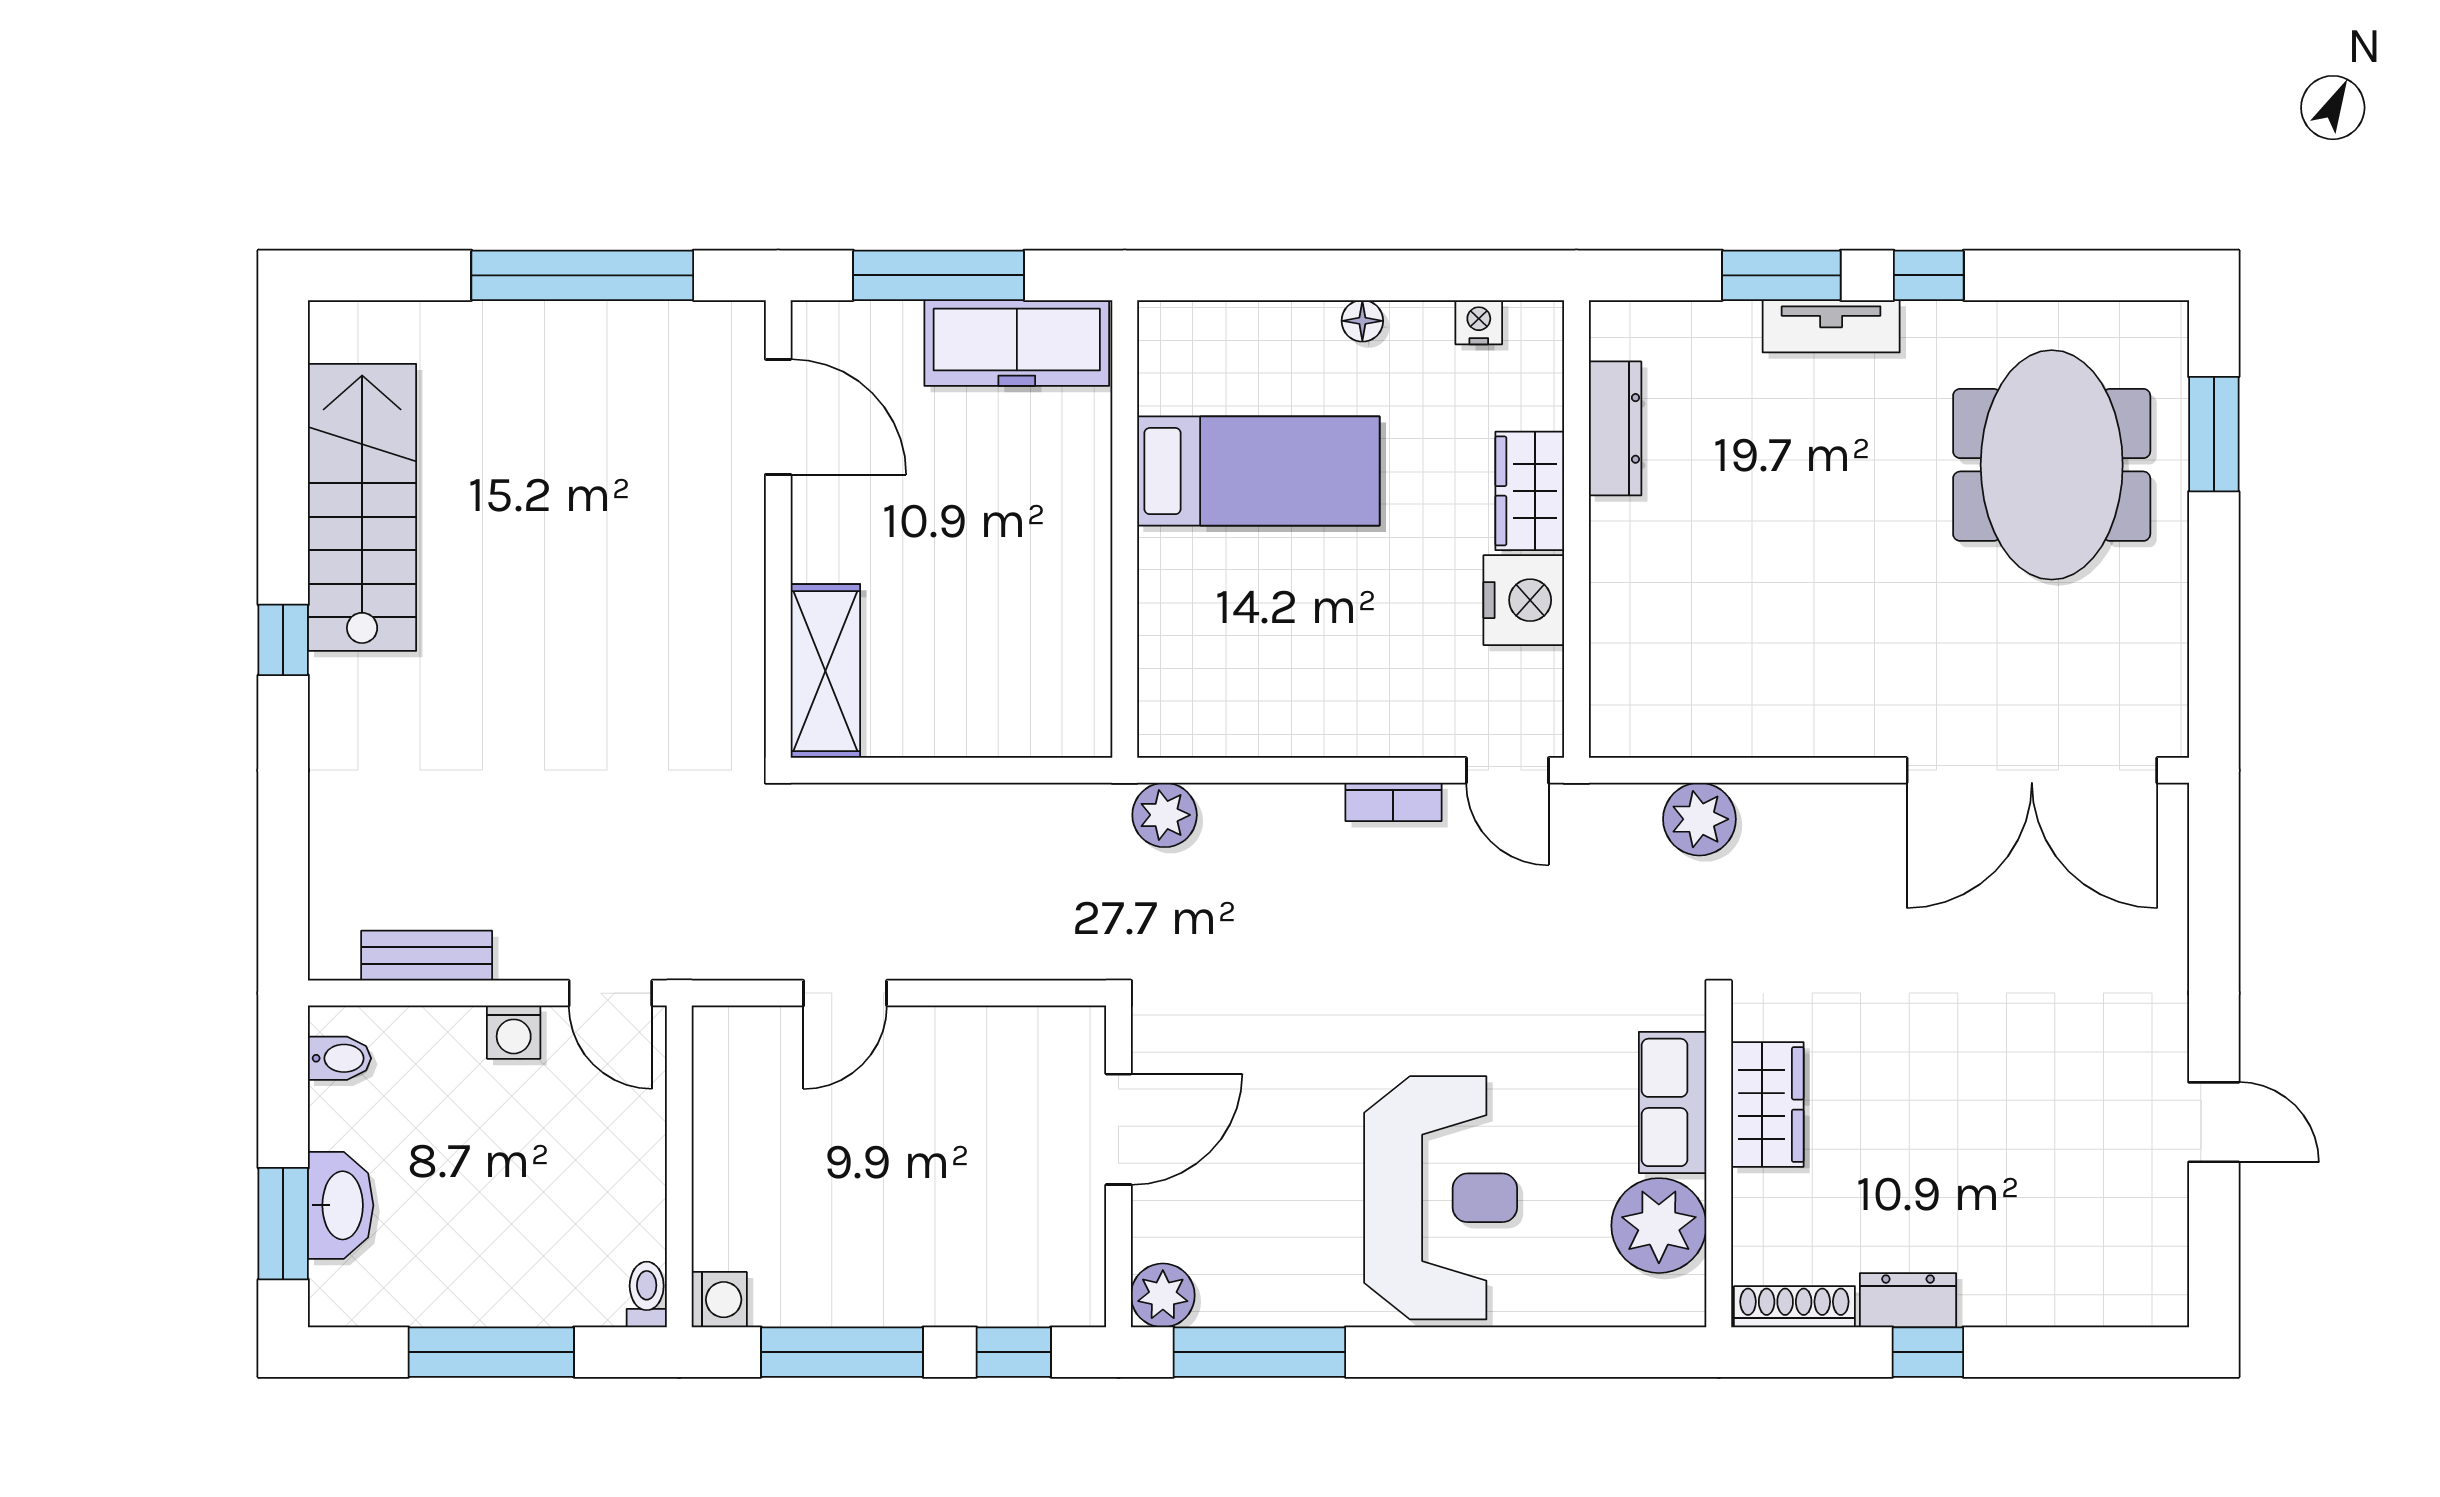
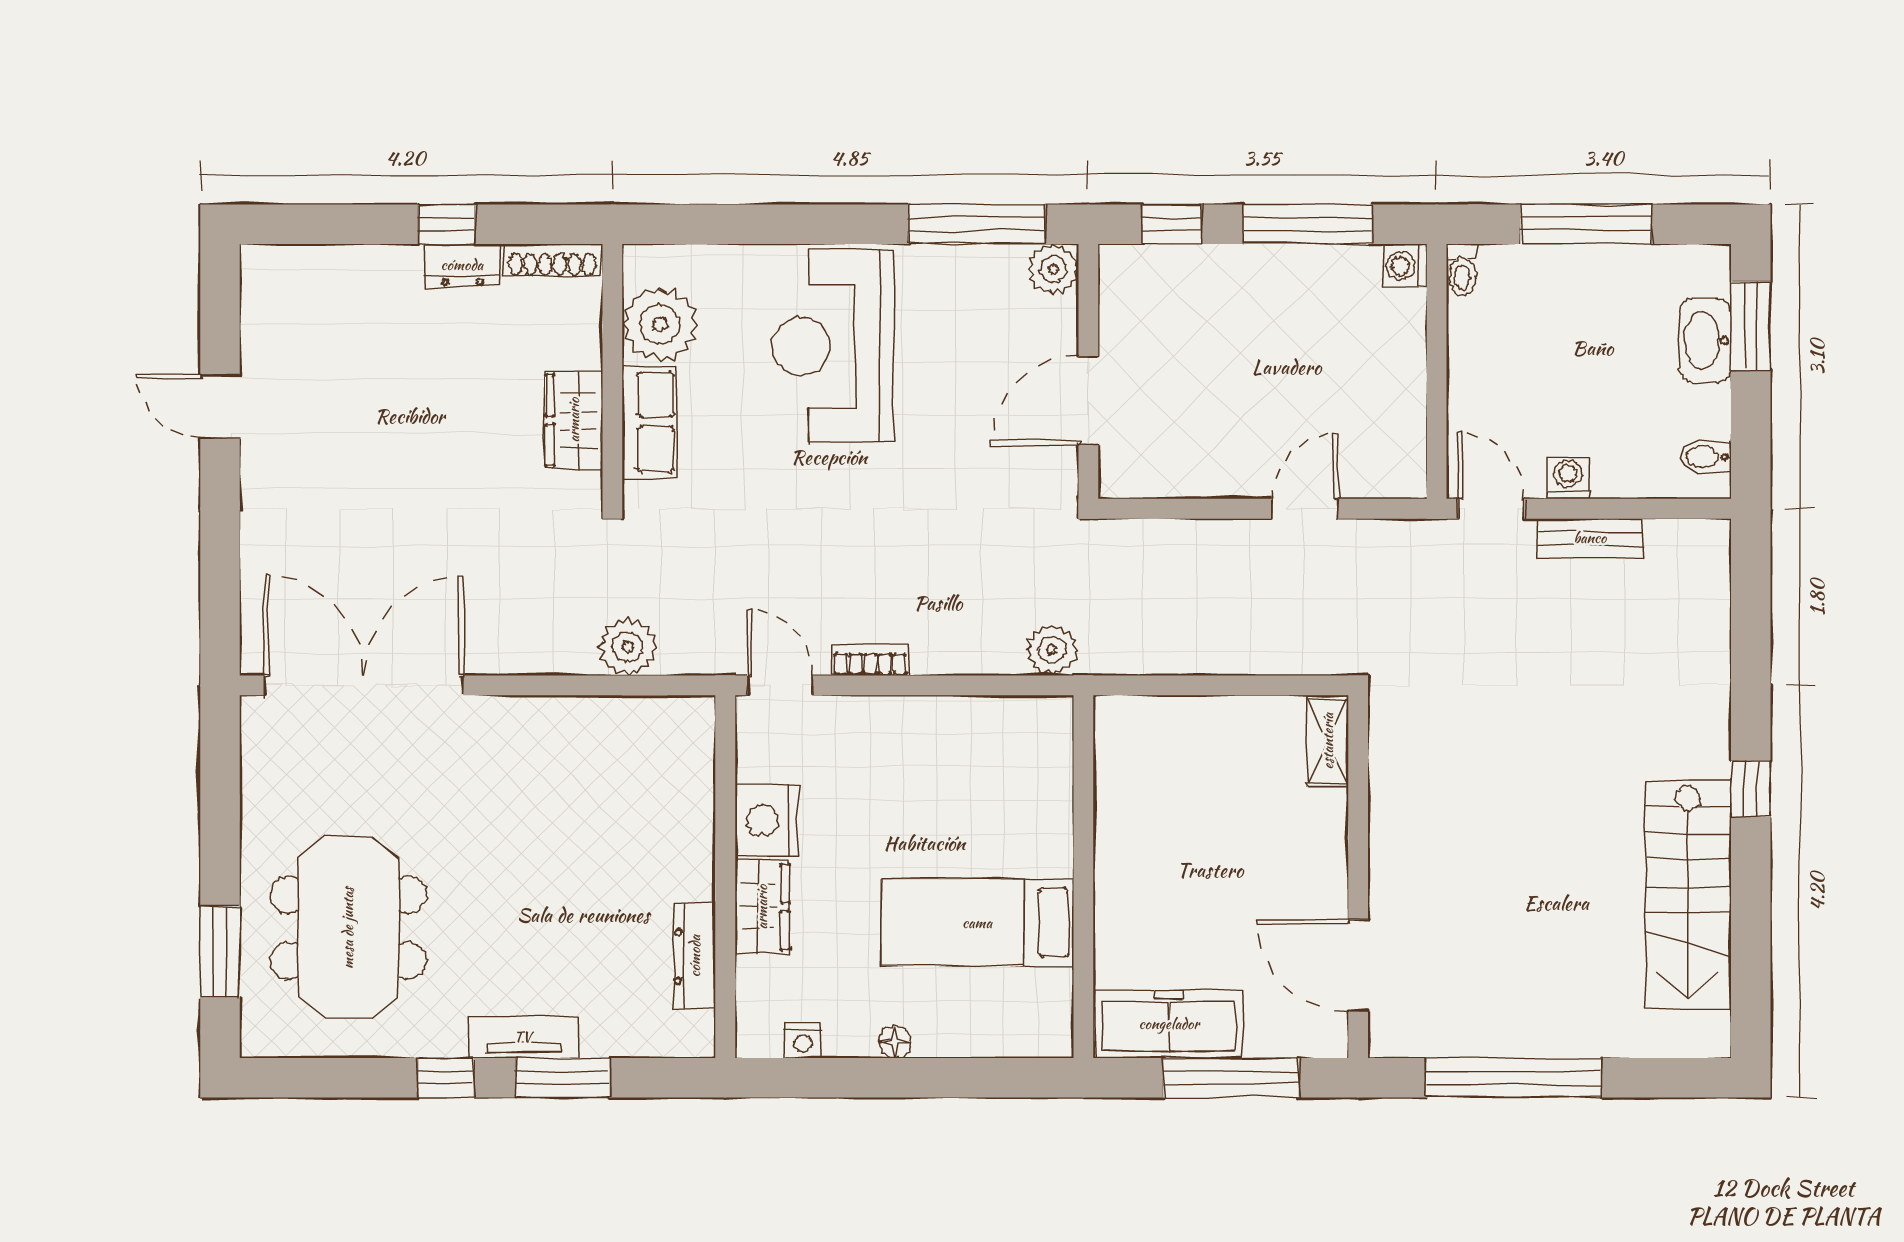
shelving: (825, 671) -> (1328, 741), width x0.67, depth x0.75
bench: (427, 956) -> (1590, 538), moved

